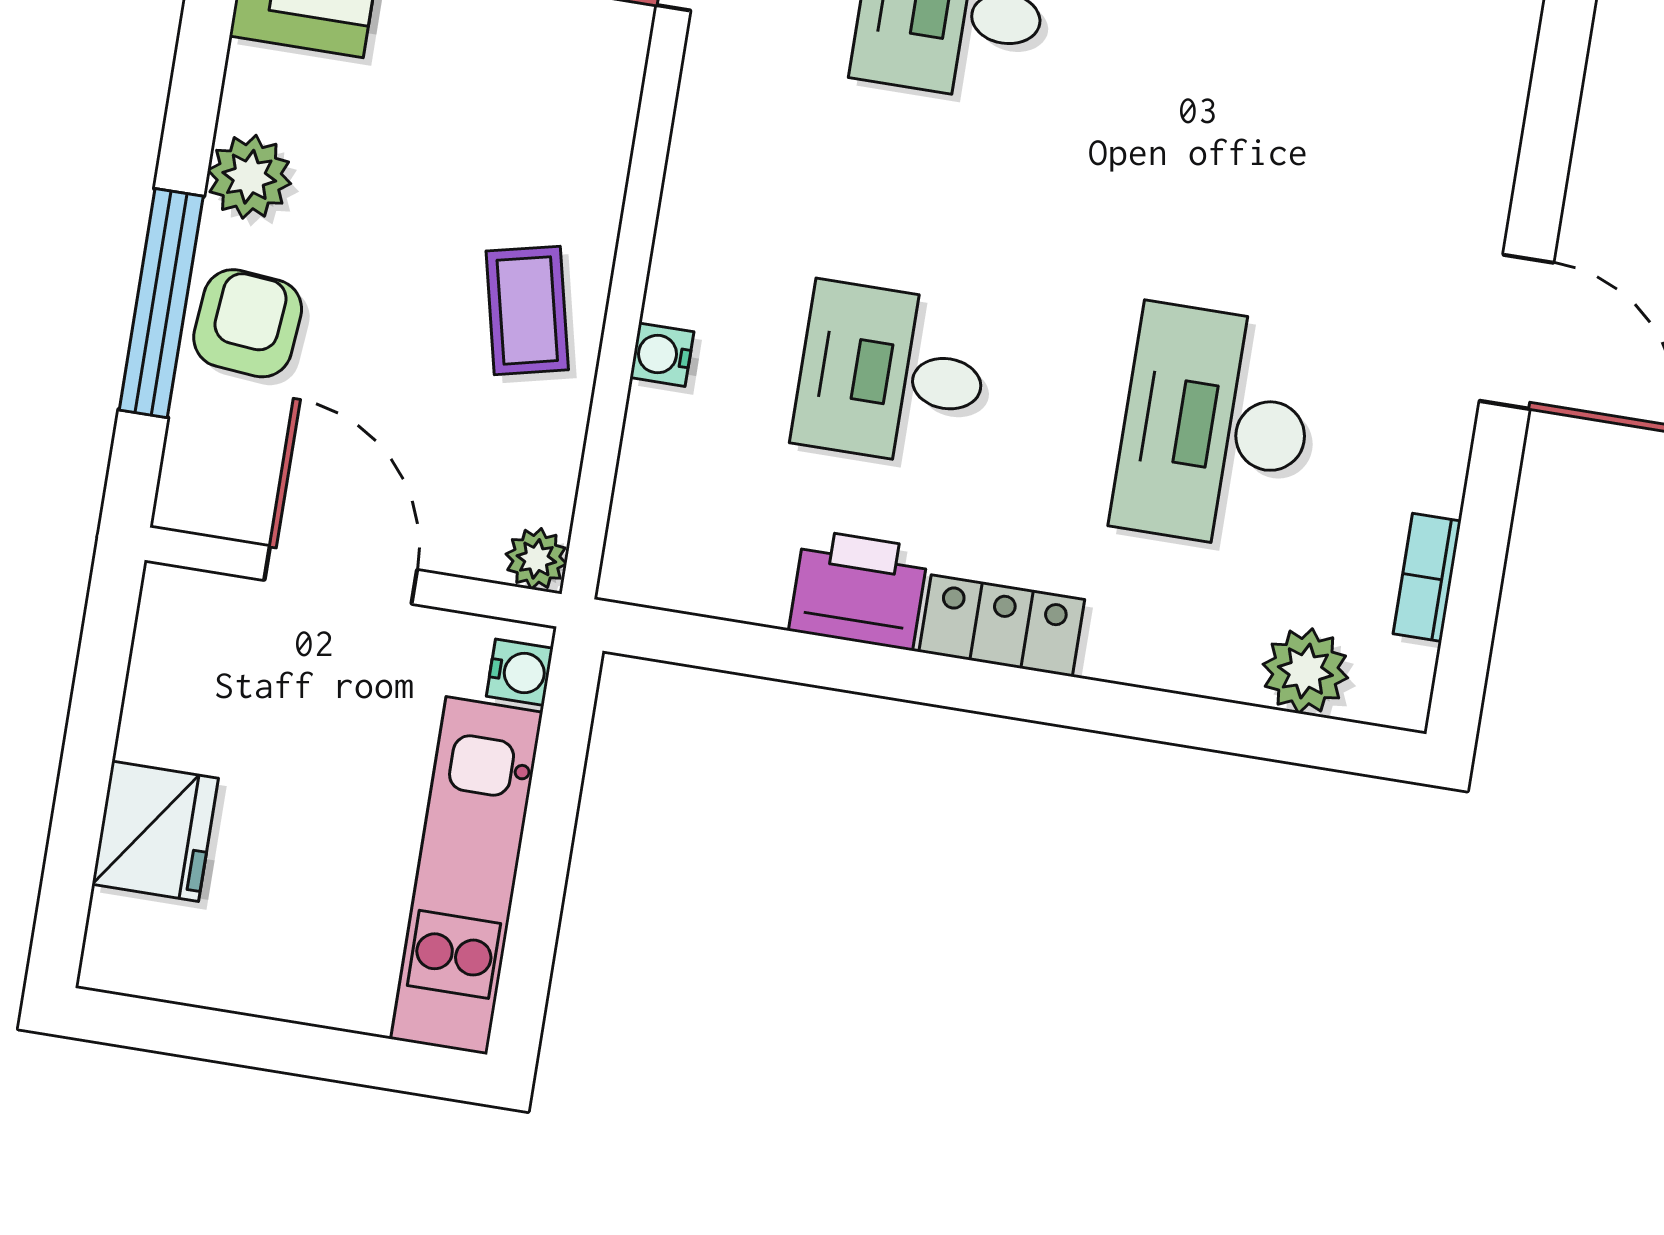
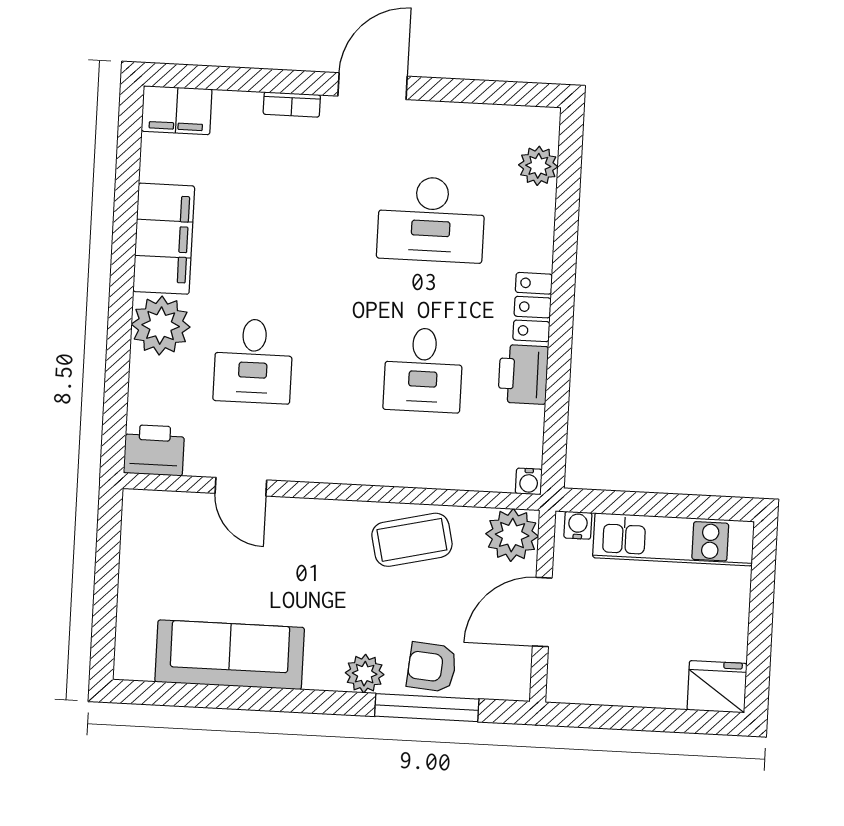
coffee table: (527, 310) -> (412, 540), width x1.36, depth x1.30
water cooler: (662, 355) -> (529, 481), moved
plant: (536, 559) -> (512, 535), width x1.88, depth x1.88
bookcase: (1427, 577) -> (292, 105), moved
fridge: (155, 831) -> (717, 687), moved

